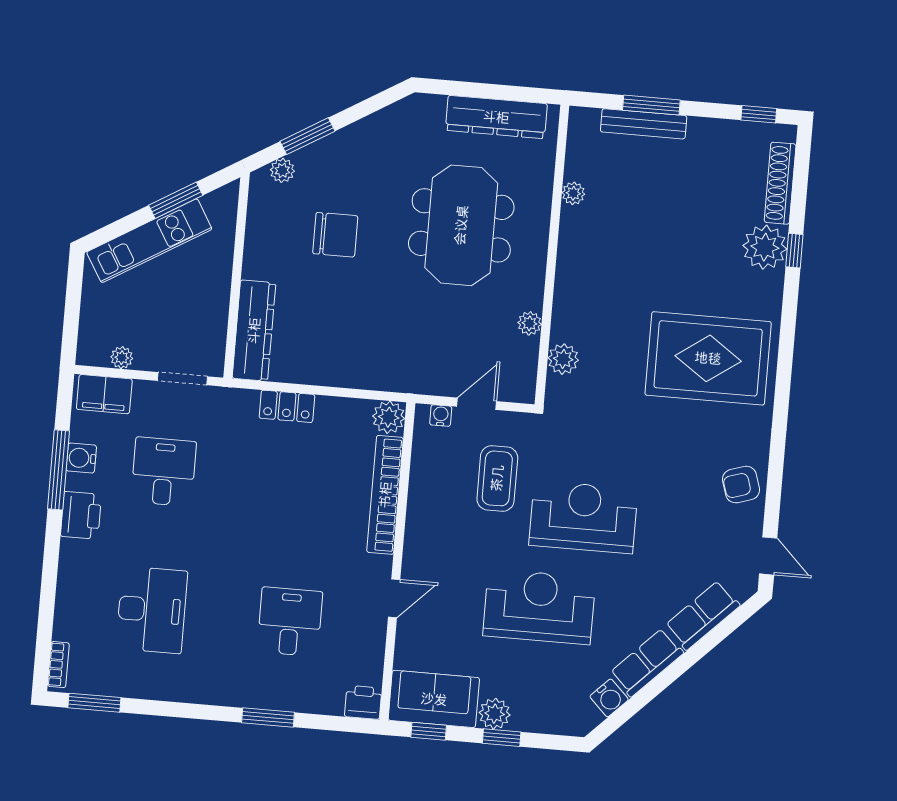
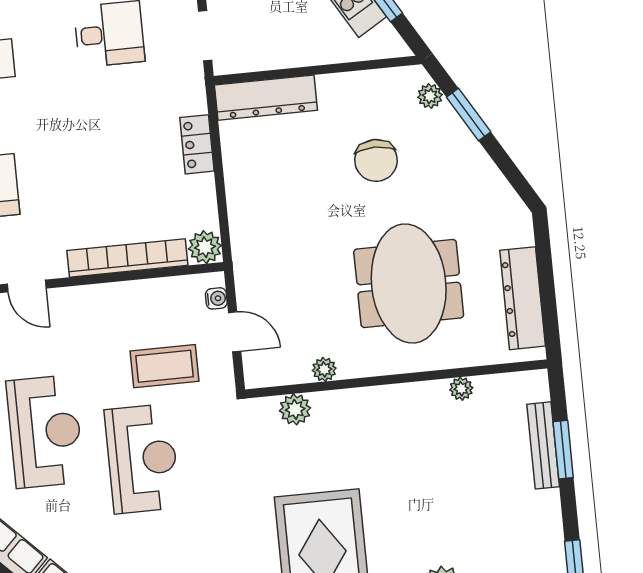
meeting table: (461, 225) -> (409, 284), turned 90

